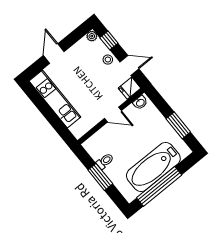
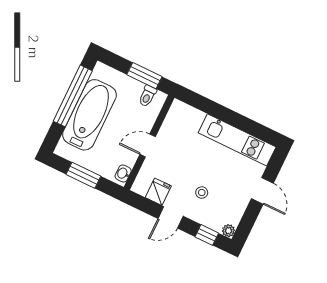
stool: (108, 60) -> (202, 193), moved
washbasin: (140, 103) -> (123, 173), moved
door: (113, 115) -> (148, 145), moved
wall: (111, 116) -> (149, 142), moved

